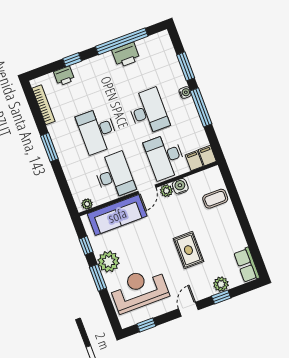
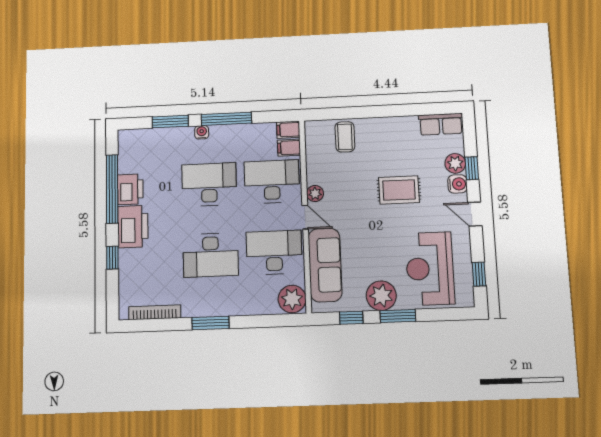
printer: (64, 76) -> (133, 227), moved, width x1.87, depth x1.48
desk: (165, 157) -> (272, 182), turned 180
water cooler: (180, 186) -> (457, 184), moved, turned 180
plant: (87, 204) -> (292, 299), width x1.87, depth x1.87

